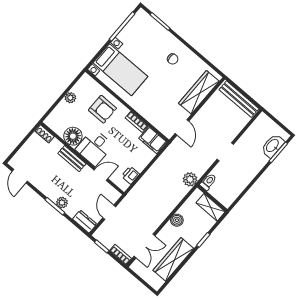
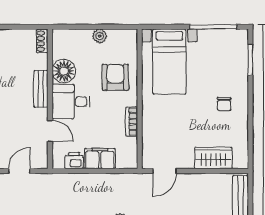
wardrobe: (199, 92) -> (213, 158), width x0.67
armchair: (102, 109) -> (115, 77), turned 180
filing cabinet: (153, 140) -> (100, 159), moved, turned 90

